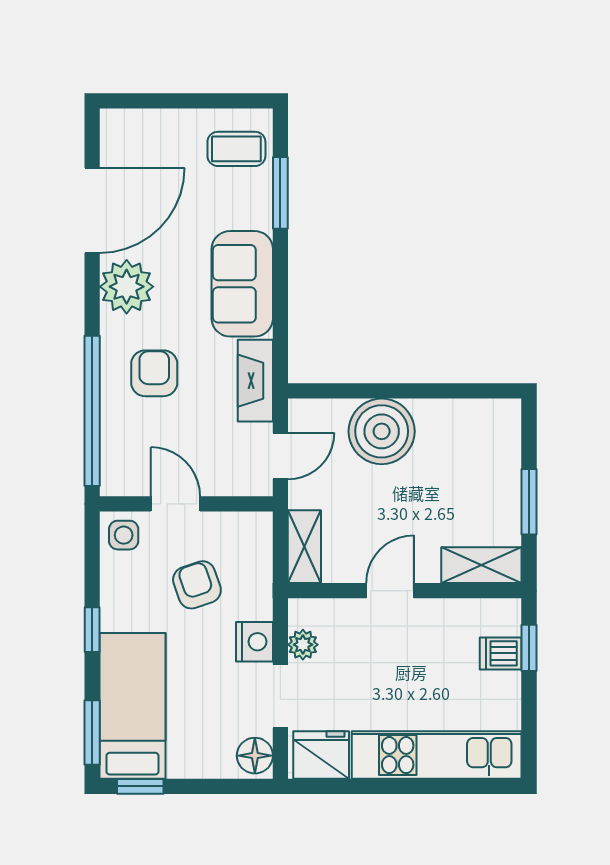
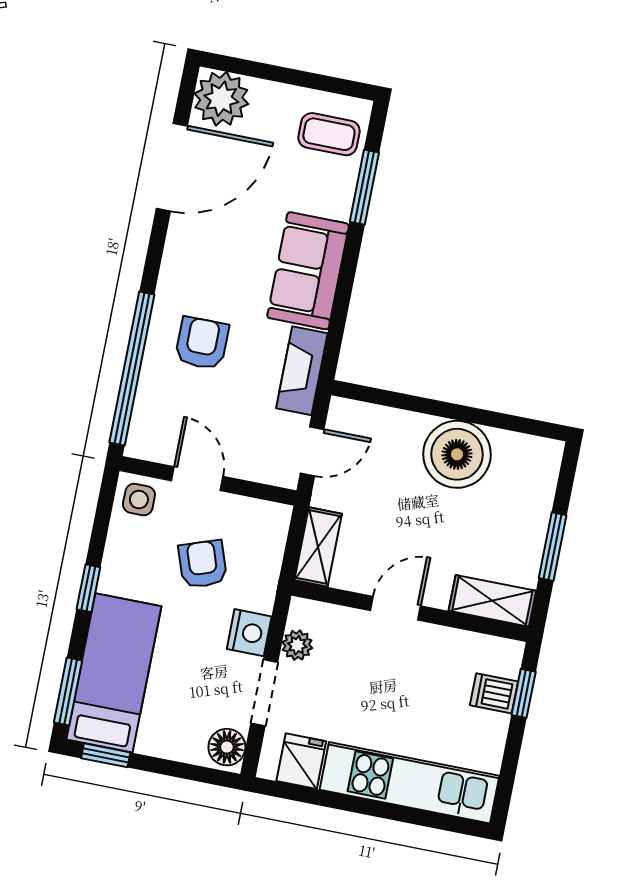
plant: (127, 287) -> (221, 99), moved
boiler: (382, 431) -> (457, 454), moved
fridge: (321, 755) -> (301, 761), width x0.72

